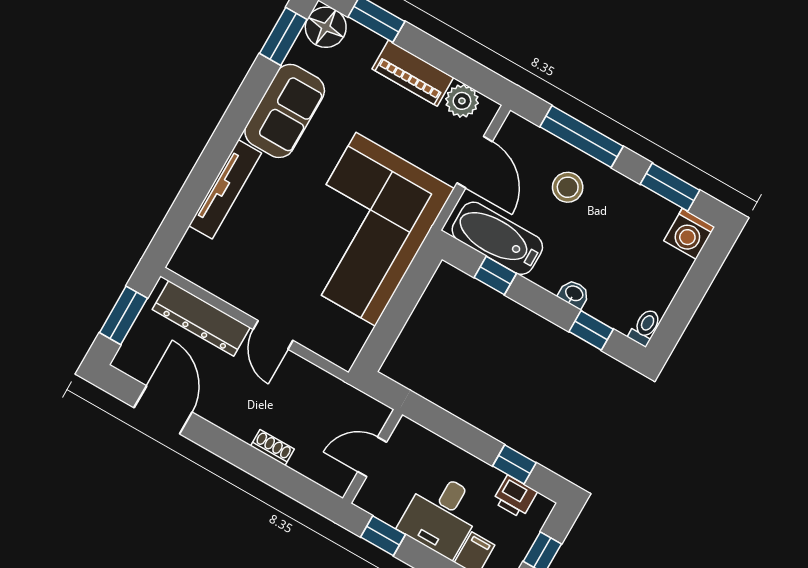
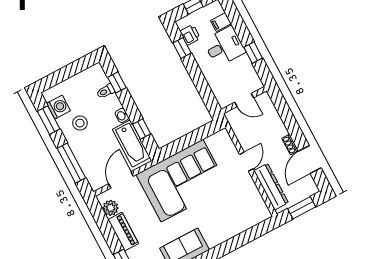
stool: (568, 187) -> (80, 123), moved
tv unit: (225, 189) -> (229, 233), removed
washing machine: (689, 234) -> (58, 107), moved
washbasin: (574, 294) -> (122, 115), moved
toilet: (645, 327) -> (106, 91), moved
shoe rack: (272, 447) -> (290, 144), moved
wall: (372, 456) -> (244, 100), moved
door: (372, 457) -> (244, 100), moved

